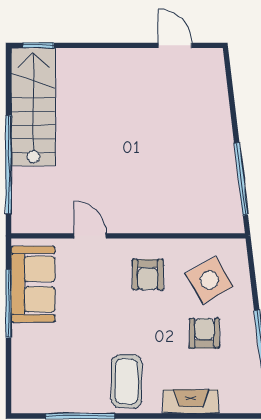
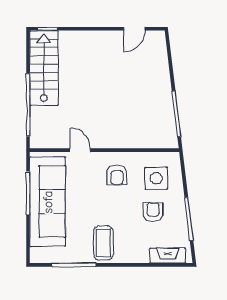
door: (175, 45) -> (134, 29), swing flipped
side table: (209, 280) -> (156, 178), turned 30
sofa: (33, 284) -> (48, 202), width x1.85, depth x1.27
fireplace: (191, 401) -> (168, 256), moved

